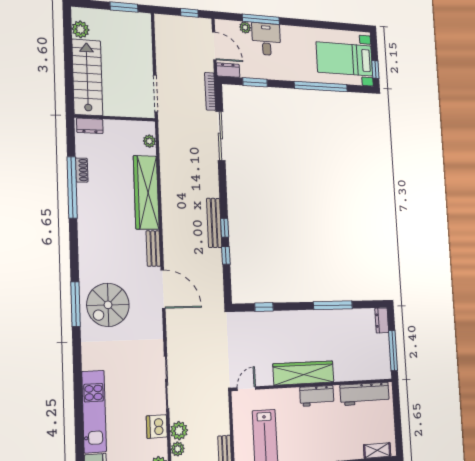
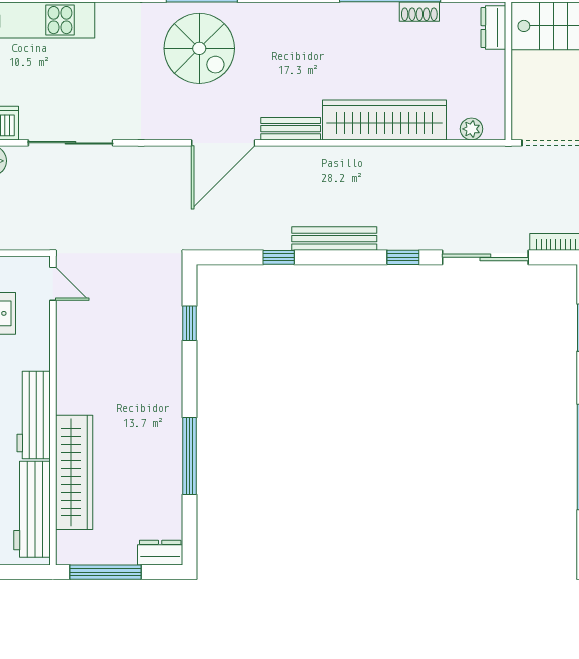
window: (225, 228) -> (403, 257), moved
spiral stairs: (108, 305) -> (199, 48), turned 180
wardrobe: (304, 373) -> (74, 472), moved
workbench: (317, 396) -> (34, 415), width x1.38

